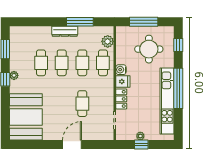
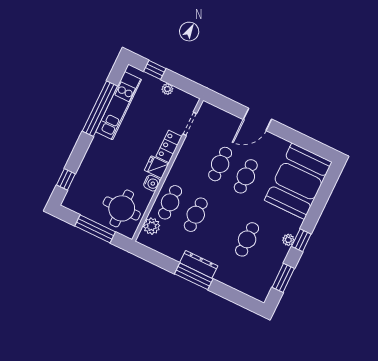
window: (80, 22) -> (194, 276), moved
round table: (149, 49) -> (122, 208), moved
cafe table: (62, 63) -> (246, 176), moved
window: (178, 88) -> (100, 109), moved
kitchen unit: (167, 101) -> (119, 106), width x0.73
window: (141, 144) -> (155, 70), moved

